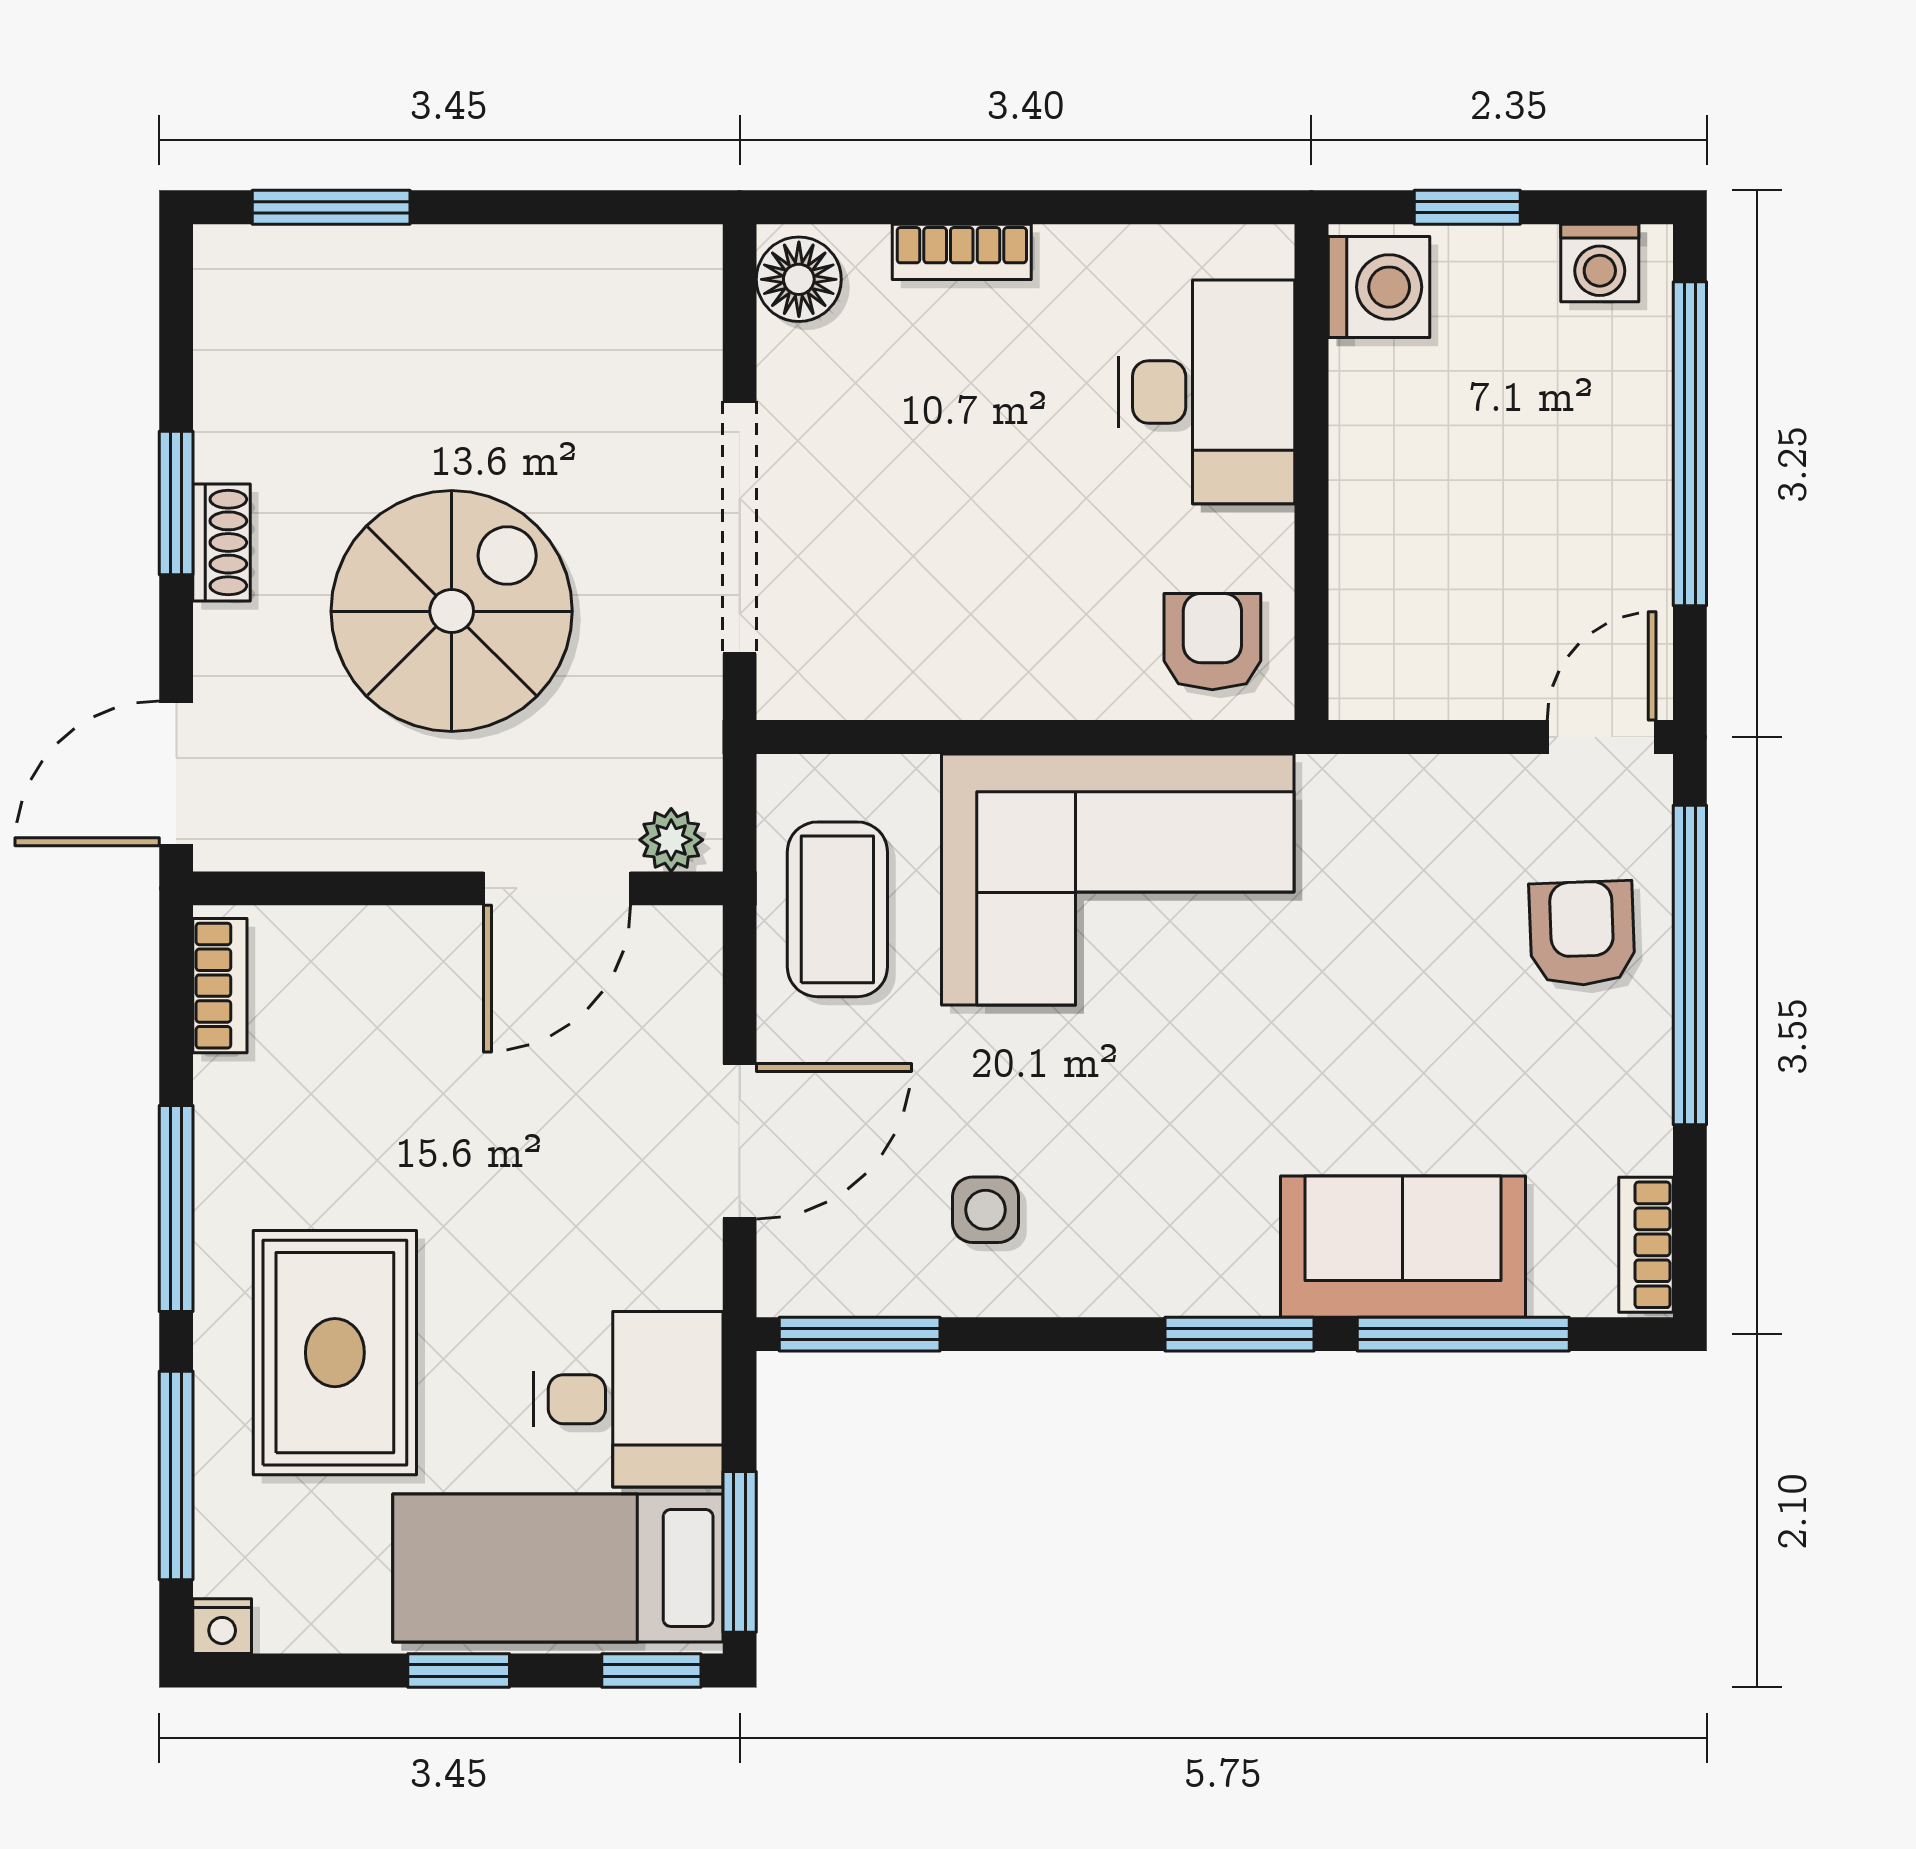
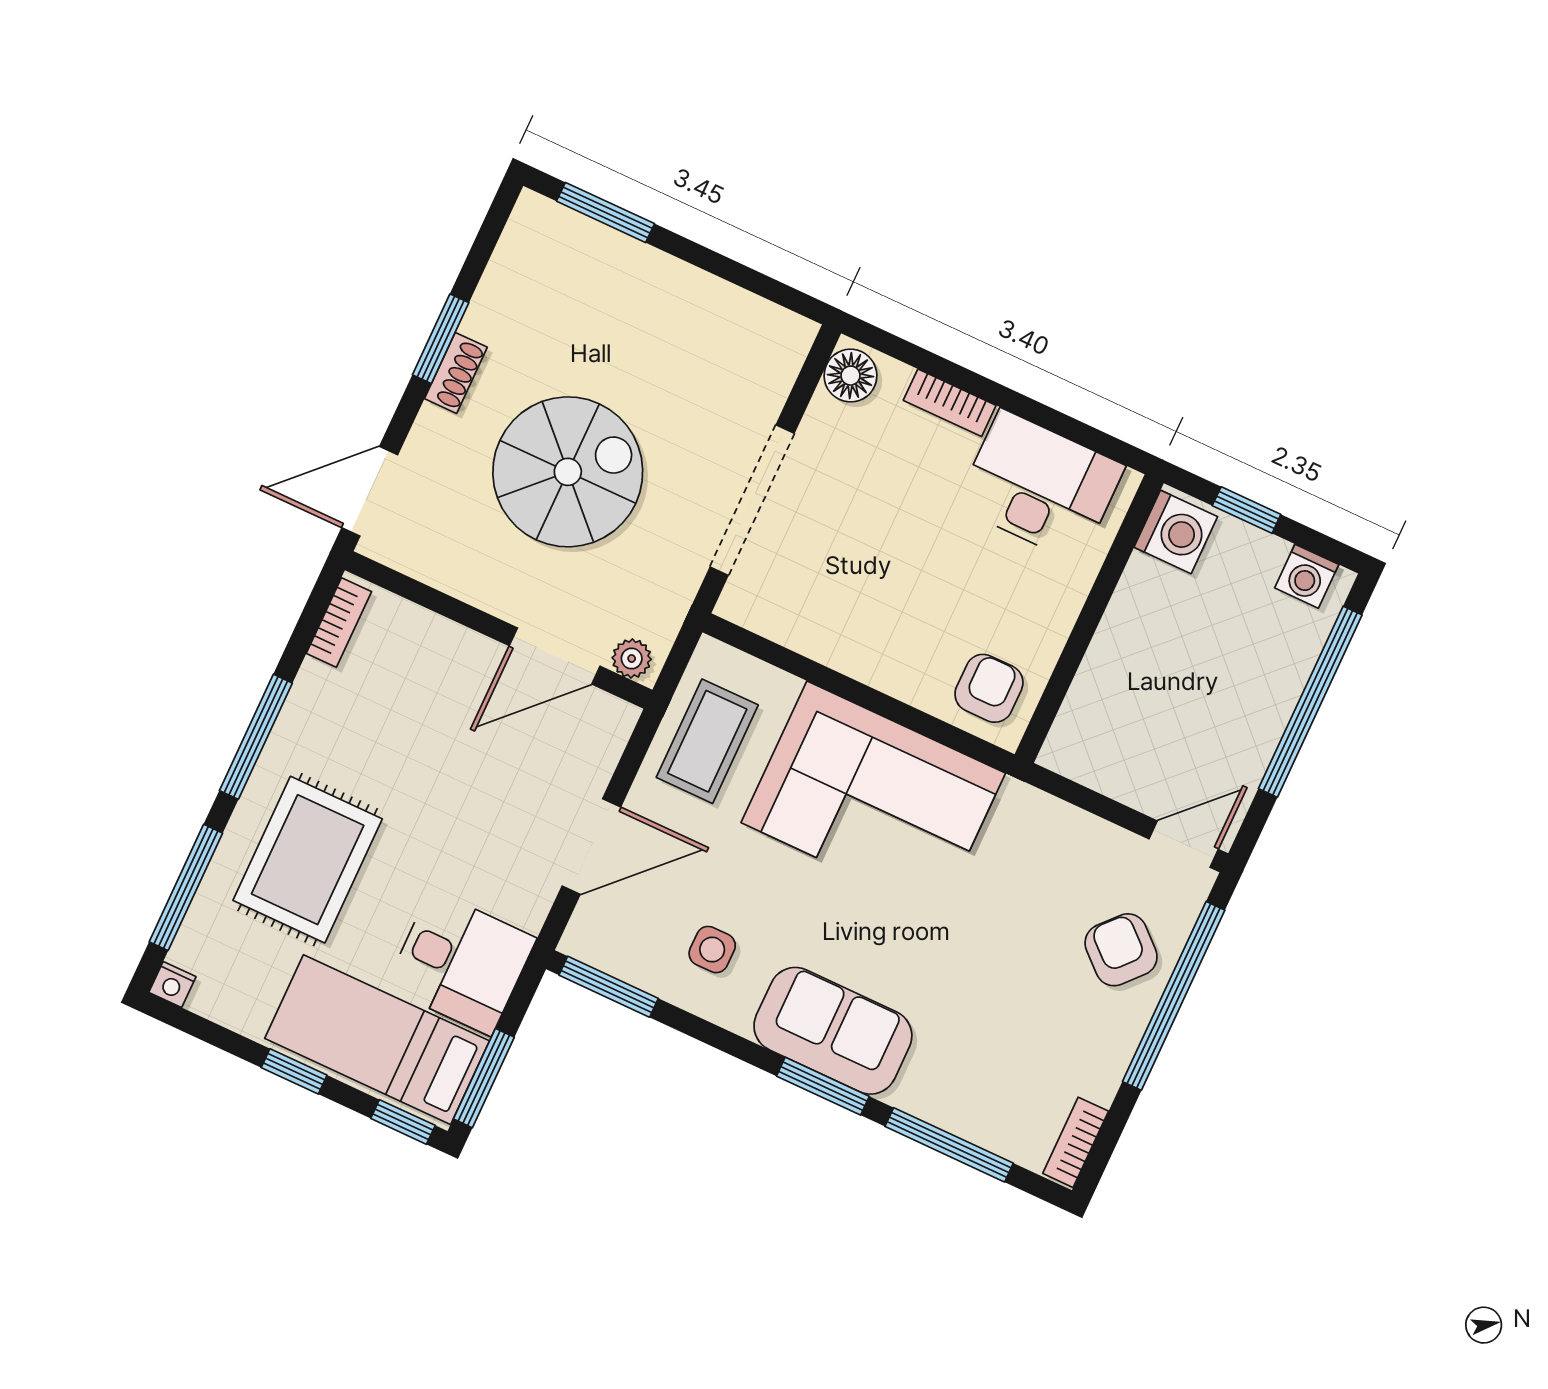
desk: (1207, 392) -> (1040, 486), moved, turned -90
armchair: (1582, 933) -> (1121, 950), turned -46
sofa: (1403, 1247) -> (833, 1031), moved

